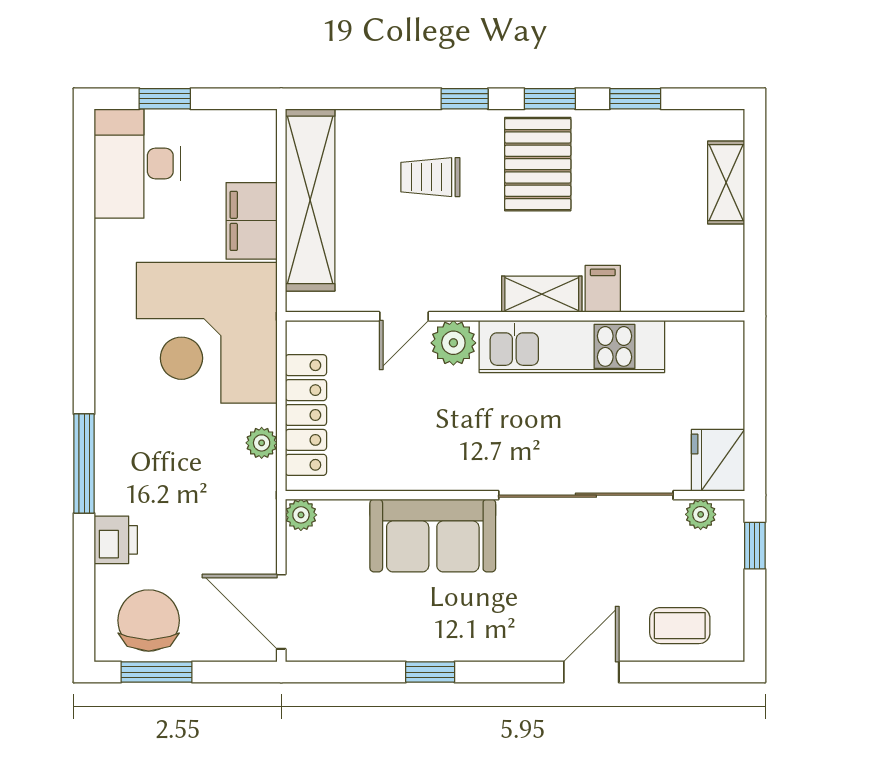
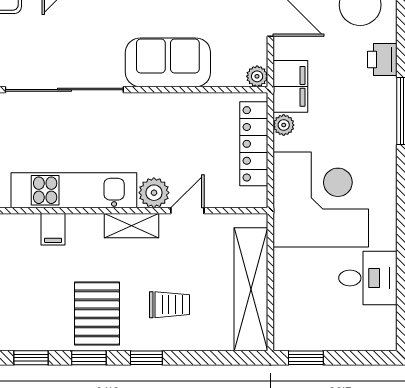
window: (165, 99) -> (306, 358), moved
desk: (137, 164) -> (368, 278), moved, width x0.73
filing cabinet: (252, 221) -> (290, 86), moved
shelving: (542, 294) -> (132, 226), moved

